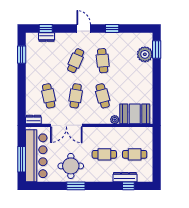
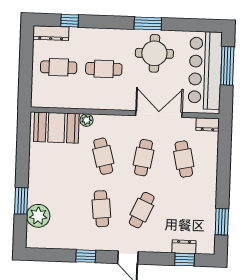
window: (157, 50) -> (21, 201), moved
dresser: (125, 177) -> (51, 33), moved

